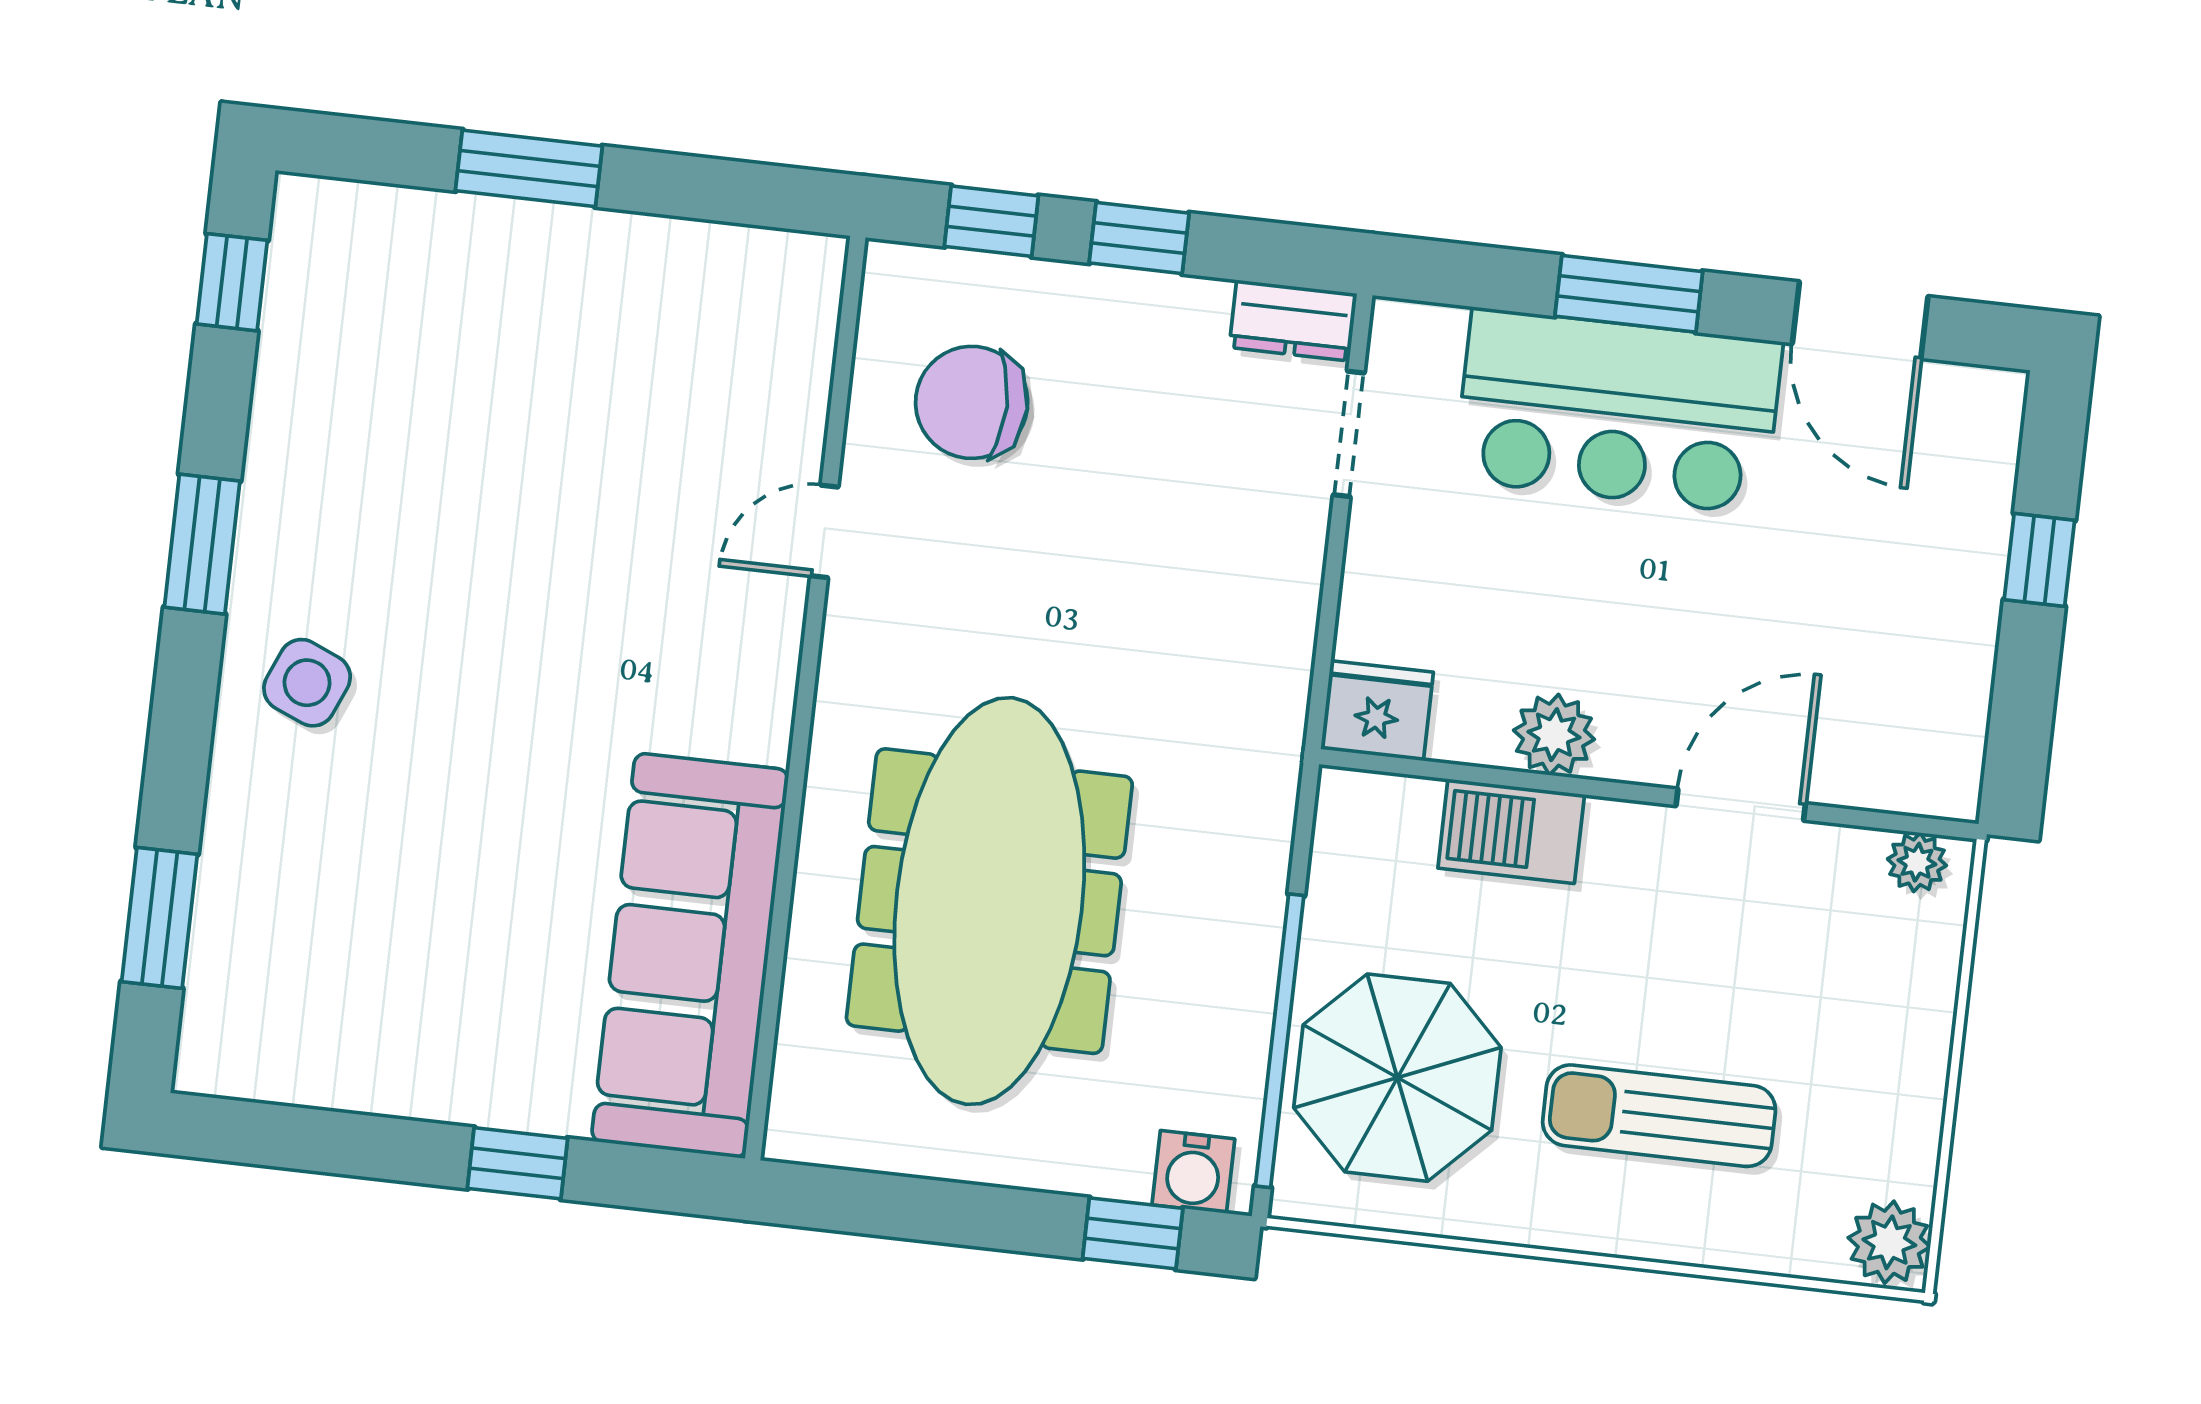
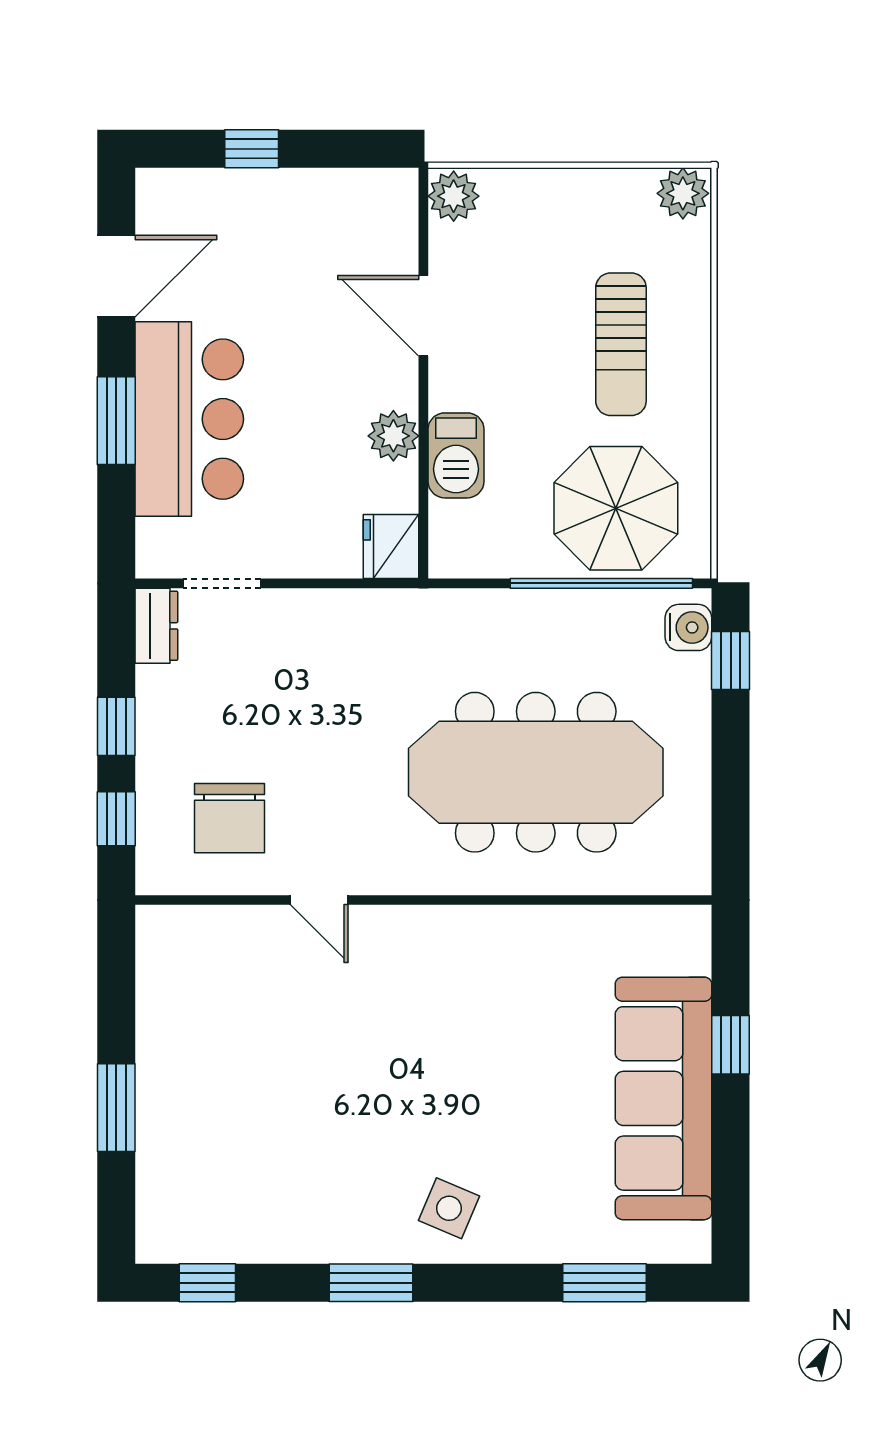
plant: (1917, 862) -> (454, 196), width x1.38, depth x1.38
sofa: (690, 956) -> (663, 1098), moved, turned 90

